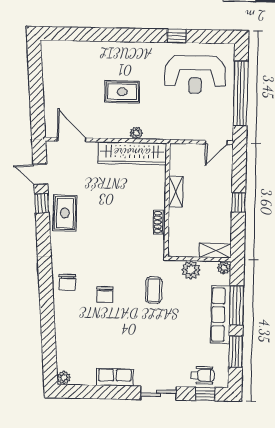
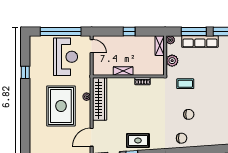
reception desk: (195, 75) -> (66, 57), moved
rug: (122, 92) -> (61, 106), width x1.86, depth x2.06

